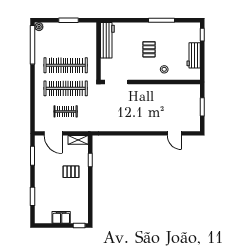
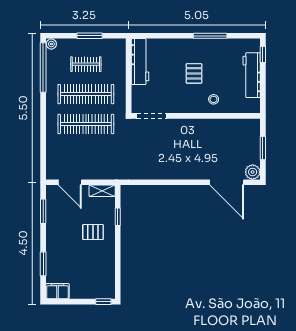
workbench: (194, 55) -> (252, 75), width x1.38
clothes rail: (66, 111) -> (86, 64), moved
plant: (194, 125) -> (253, 172), added
door: (174, 133) -> (227, 182), width x1.87
filing cabinet: (61, 217) -> (57, 291), moved

